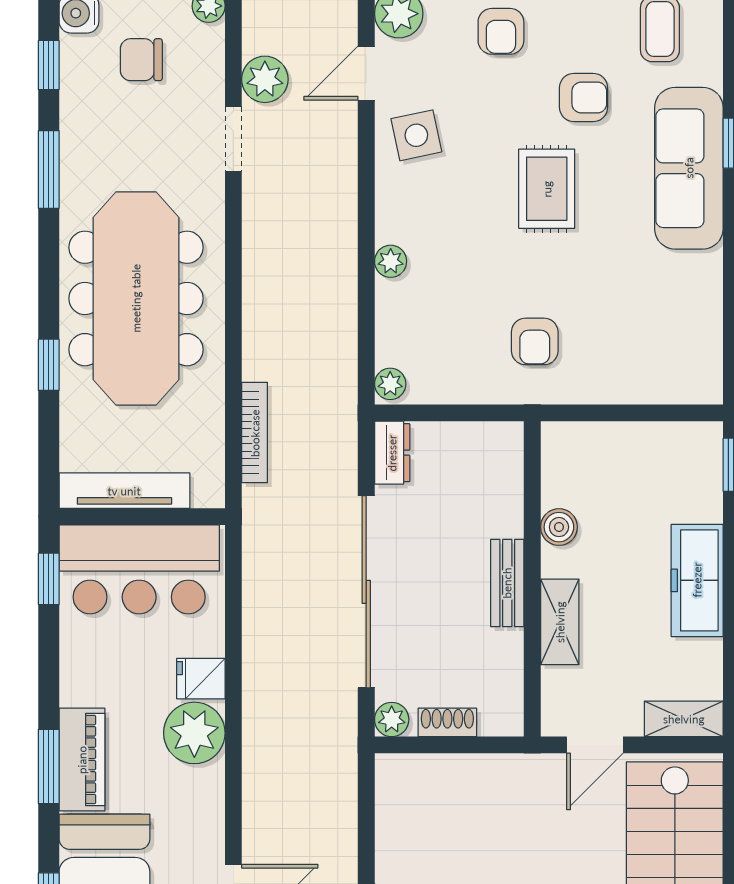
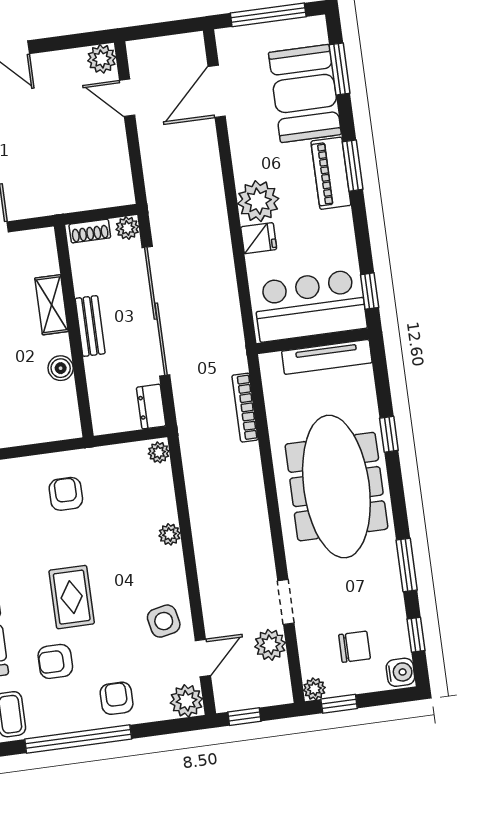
boiler: (559, 527) -> (61, 368), moved
wall: (532, 579) -> (74, 331), moved
bench: (507, 583) -> (90, 326), moved
shelving: (560, 622) -> (52, 305), moved

